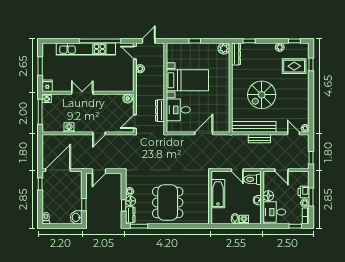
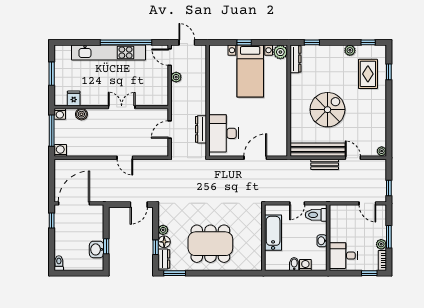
door: (149, 41) -> (187, 42), hinge flipped
rug: (294, 66) -> (368, 74), turned 90
bed with nightstands: (187, 80) -> (250, 71), moved, turned 90
fridge: (47, 86) -> (74, 98), moved
double door: (82, 93) -> (122, 107), moved
spiral stairs: (262, 95) -> (327, 110), turned 180
boiler: (128, 98) -> (81, 114), moved
desk: (178, 110) -> (224, 133), width x1.37
door: (135, 122) -> (170, 130), moved
washing machine: (69, 128) -> (60, 150), moved
door: (99, 133) -> (125, 158), hinge flipped
door: (293, 133) -> (353, 158), moved
door: (237, 170) -> (297, 203), hinge flipped
door: (281, 170) -> (367, 203), moved
door: (99, 171) -> (139, 205), moved
printer: (304, 192) -> (380, 231), removed
floor lamp: (268, 196) -> (336, 235), removed
dining table: (168, 203) -> (210, 244), turned 90
washbasin: (76, 217) -> (97, 249), moved

